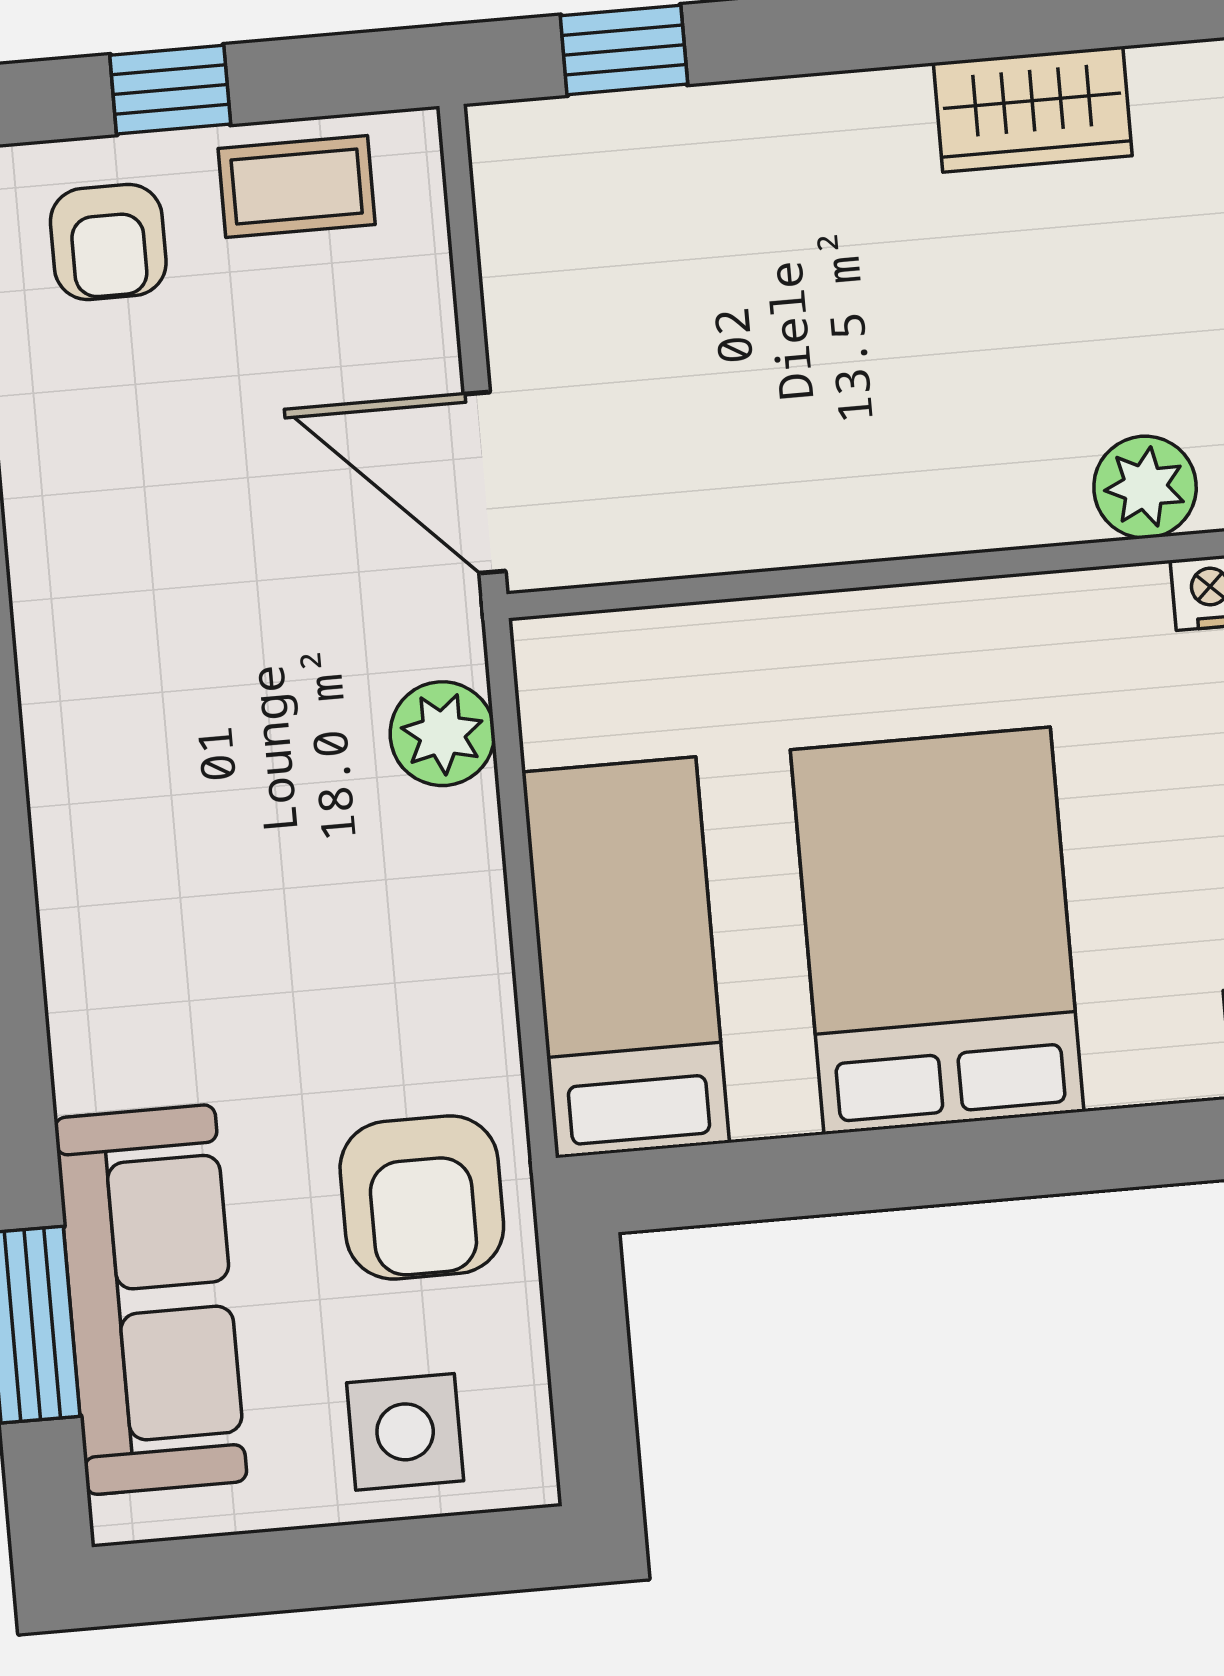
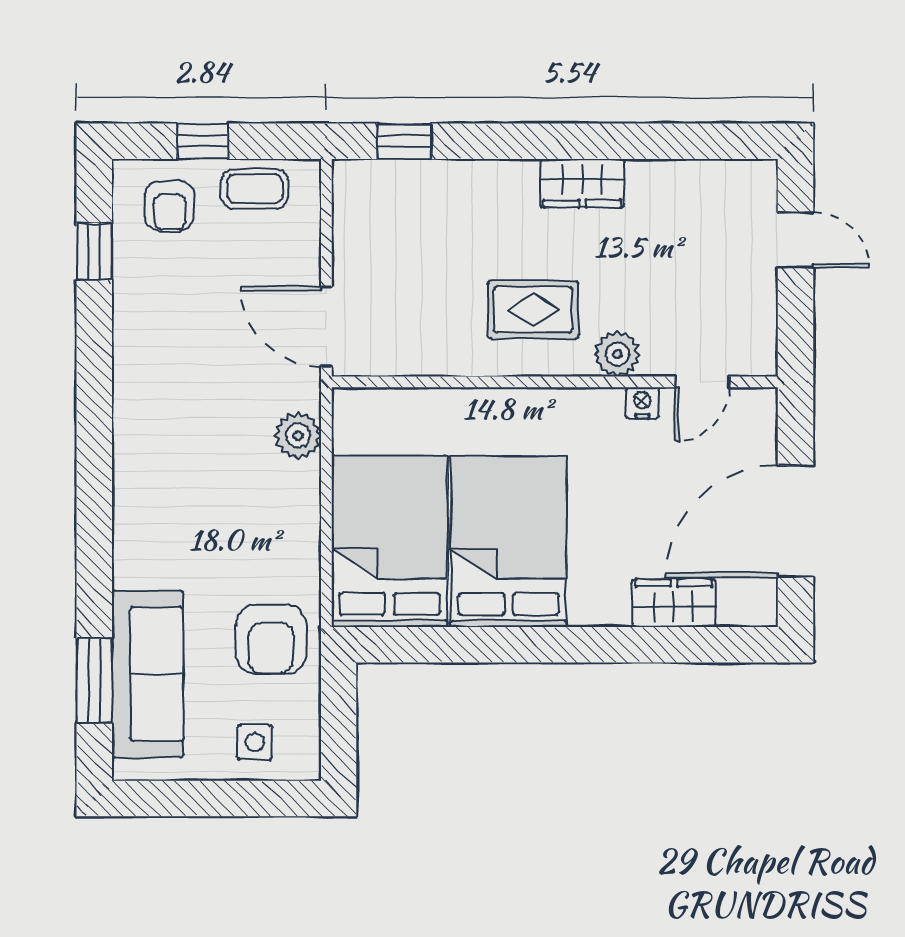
rug: (947, 404) -> (533, 310), added
bed: (626, 957) -> (389, 541), width x1.50
side table: (405, 1432) -> (255, 742), width x0.73, depth x0.73

